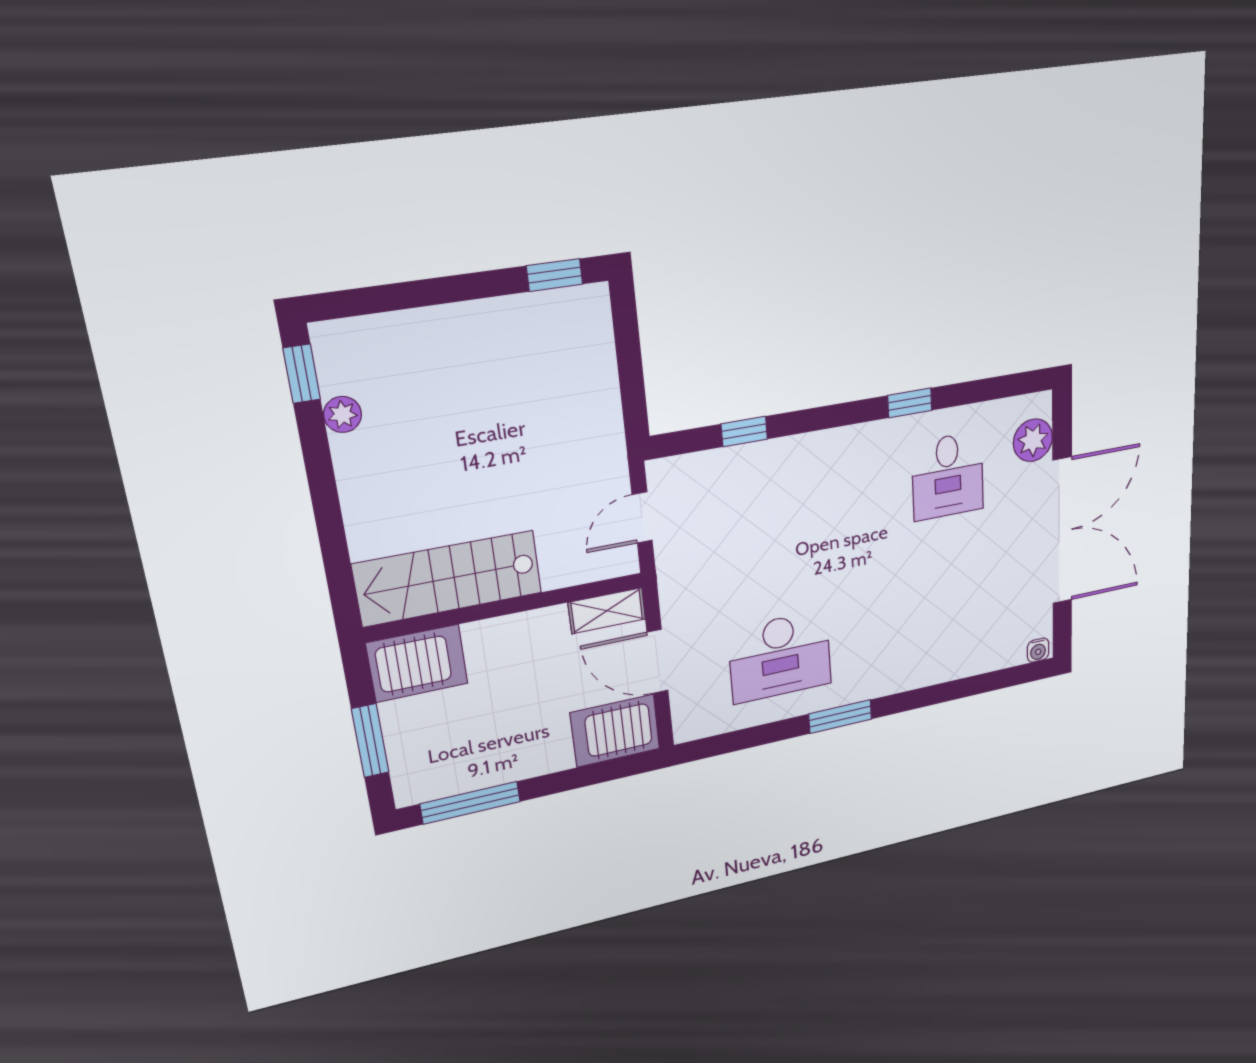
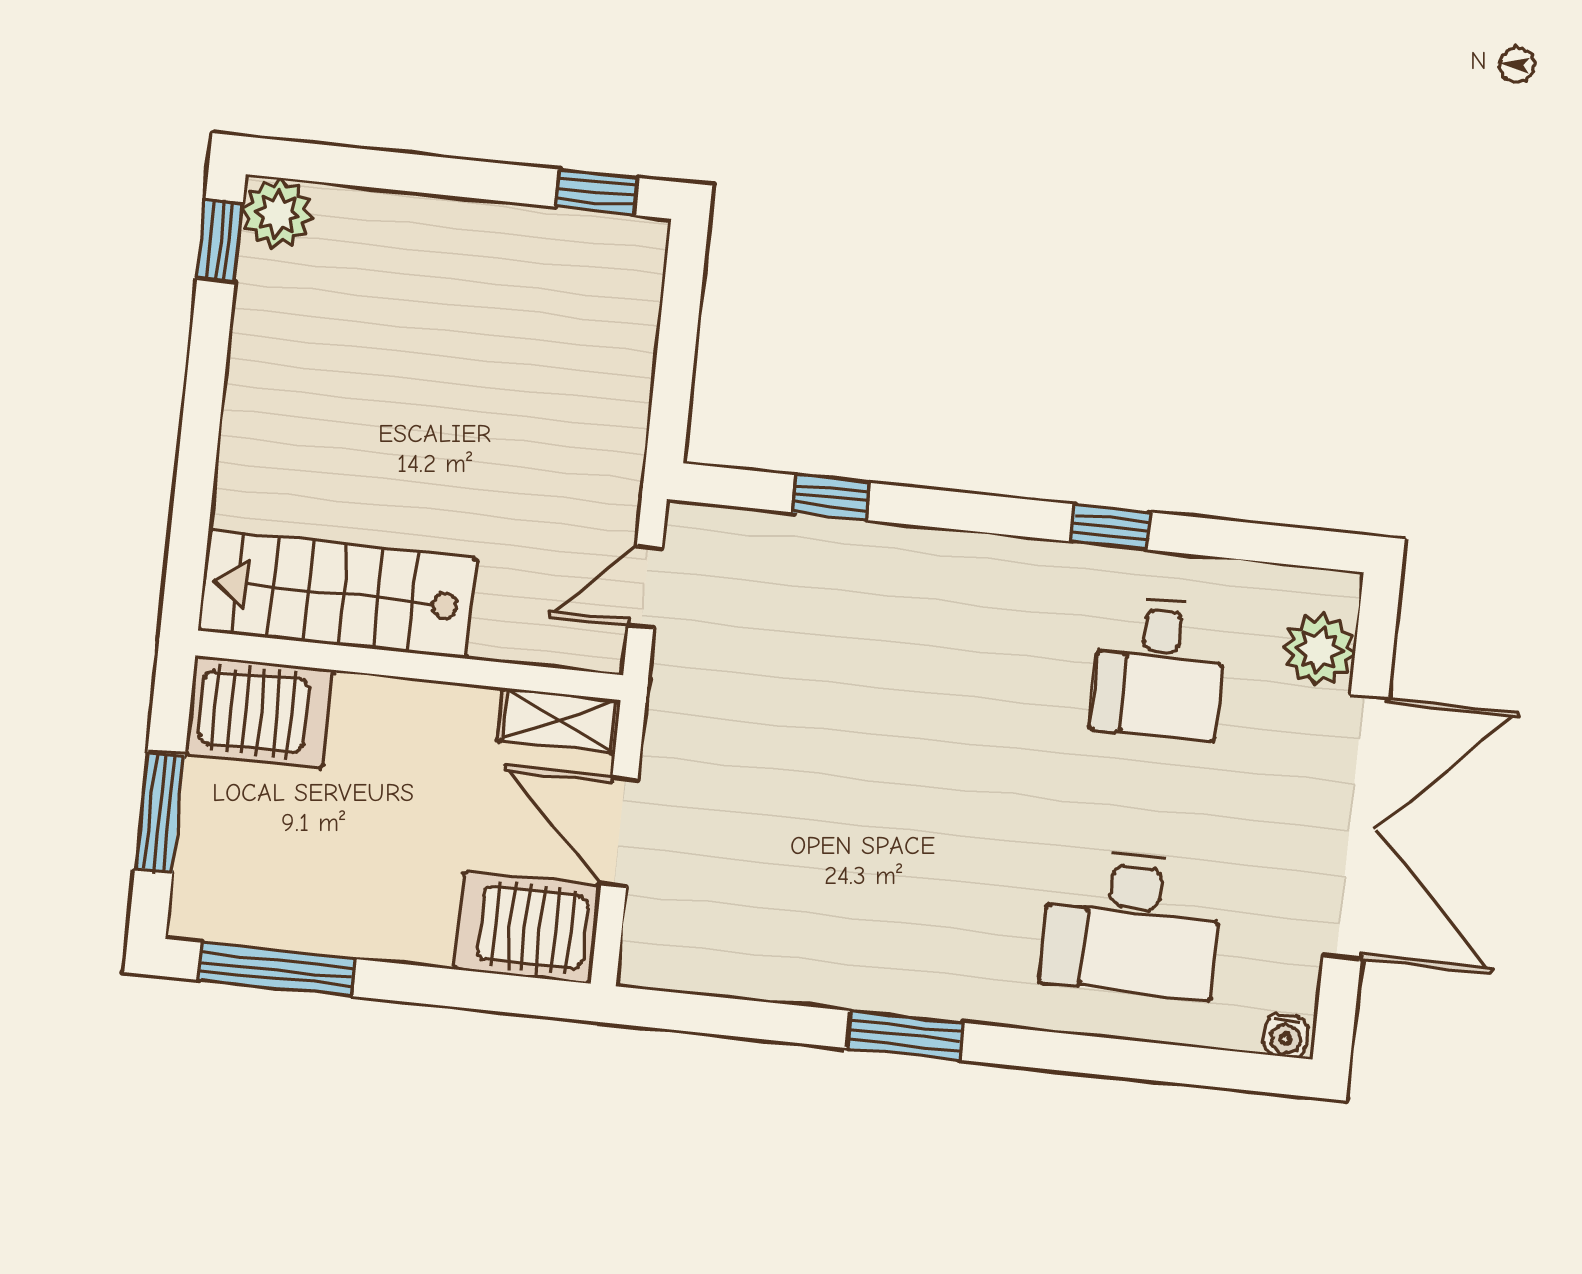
plant: (343, 414) -> (277, 213), moved, width x1.38, depth x1.38
desk: (780, 657) -> (1132, 924), moved

